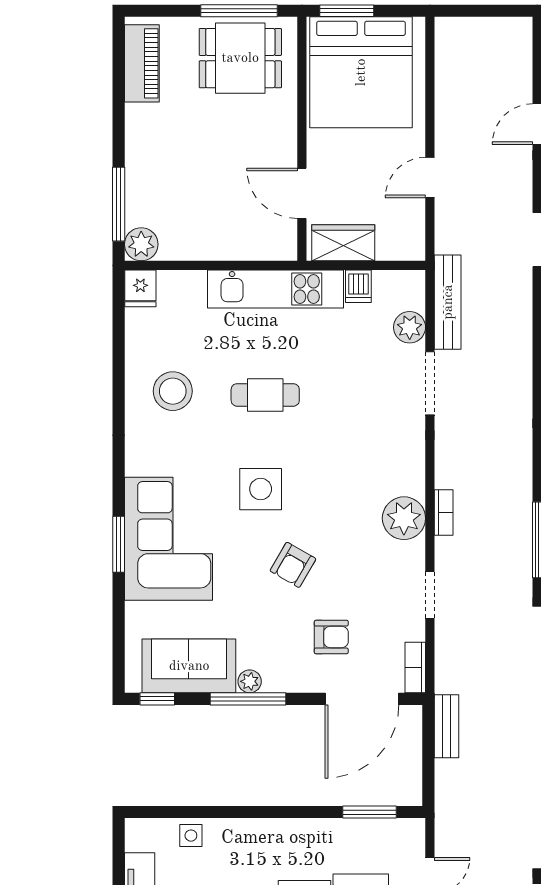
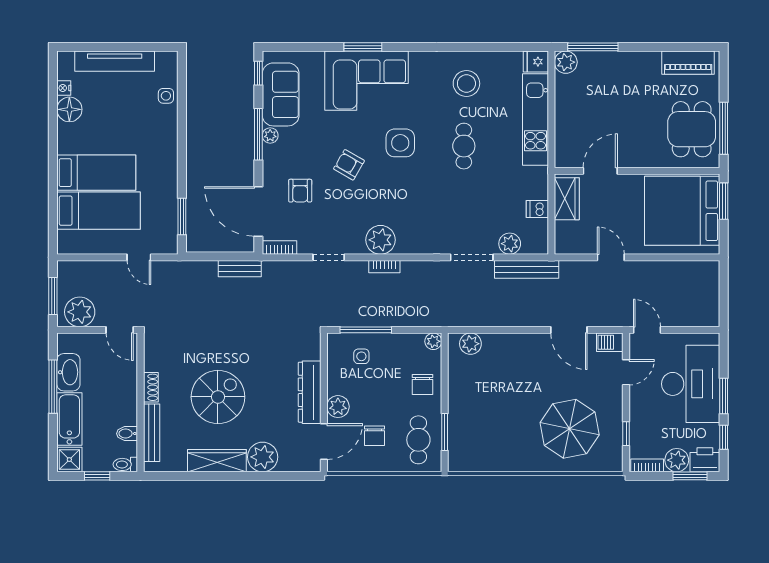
kitchen unit: (275, 289) -> (536, 120), moved

